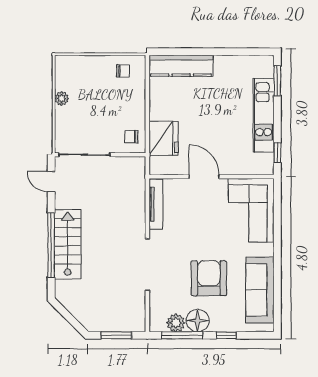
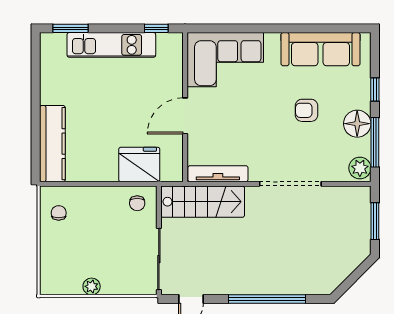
stairs: (68, 244) -> (203, 202), moved, turned 180
armchair: (209, 278) -> (307, 110), width x0.53, depth x0.53
plant: (176, 323) -> (360, 168), moved

